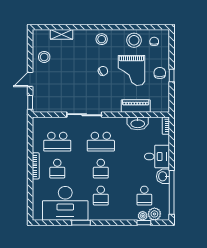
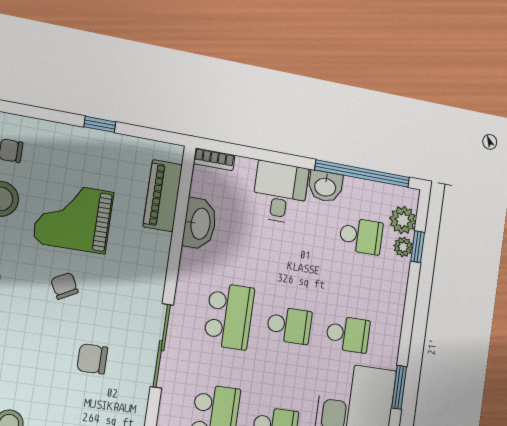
grand piano: (131, 70) -> (73, 217), turned 180
chair: (160, 73) -> (92, 359), moved
piano: (136, 106) -> (163, 196), moved

